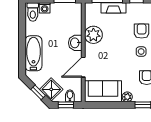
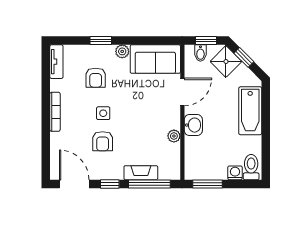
plant: (93, 35) -> (174, 136), width x0.53, depth x0.53

